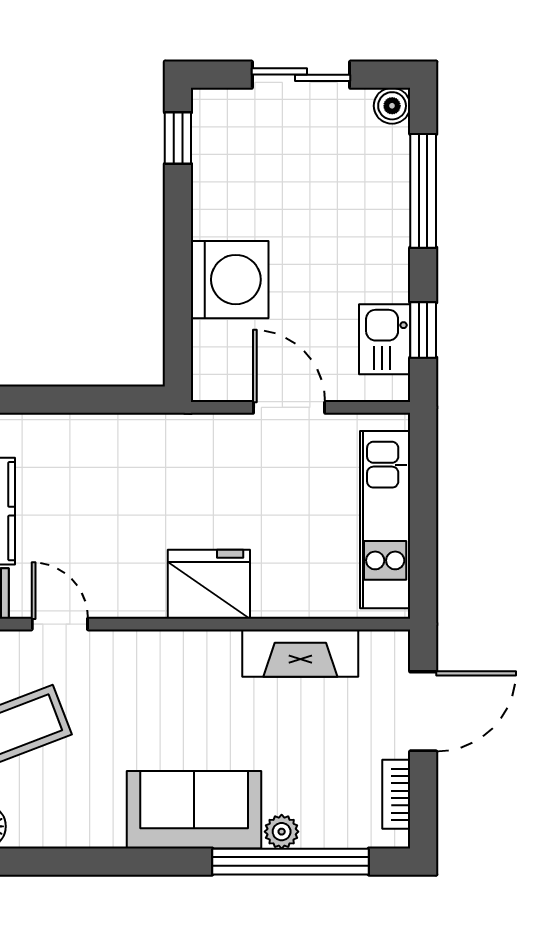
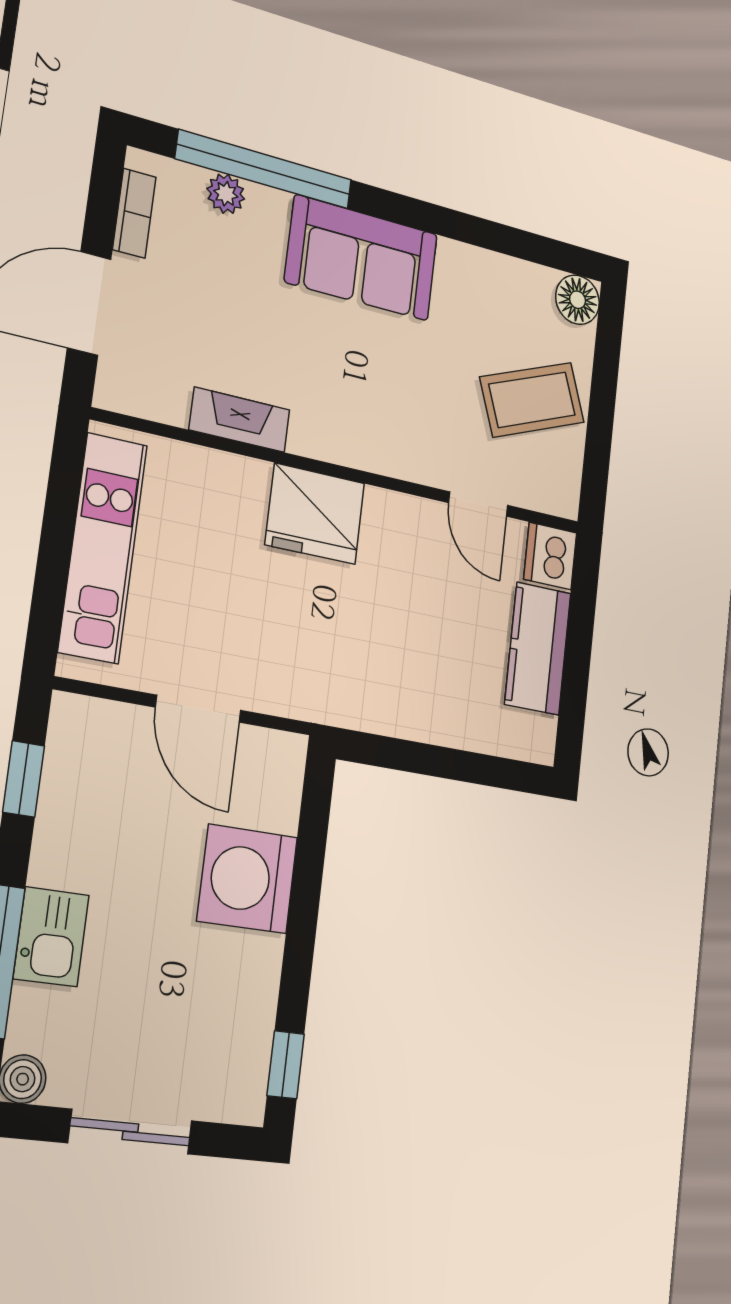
kitchen sink: (385, 339) -> (51, 937), moved
fireplace: (300, 653) -> (240, 420), width x0.73, depth x0.76
plant: (282, 832) -> (226, 194), moved

